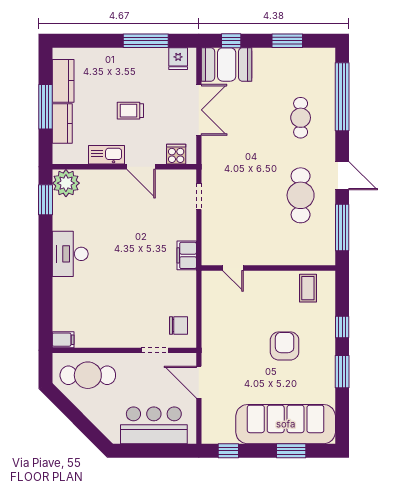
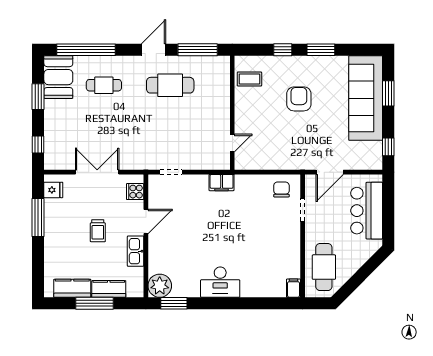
booth: (227, 64) -> (58, 77), moved
armchair: (285, 346) -> (299, 99), turned 90

